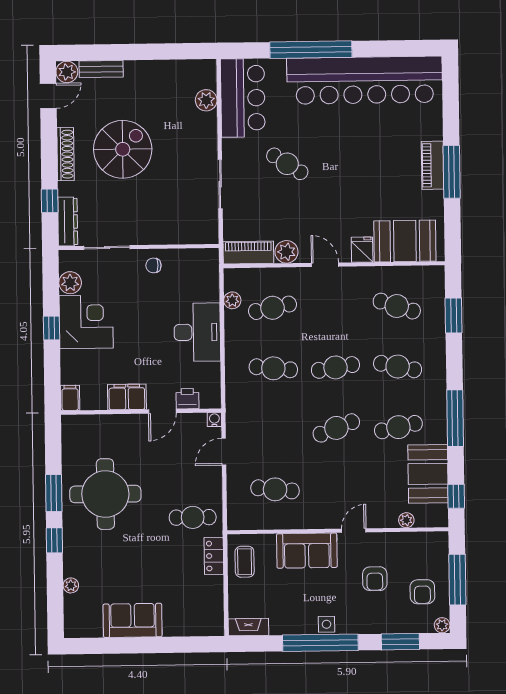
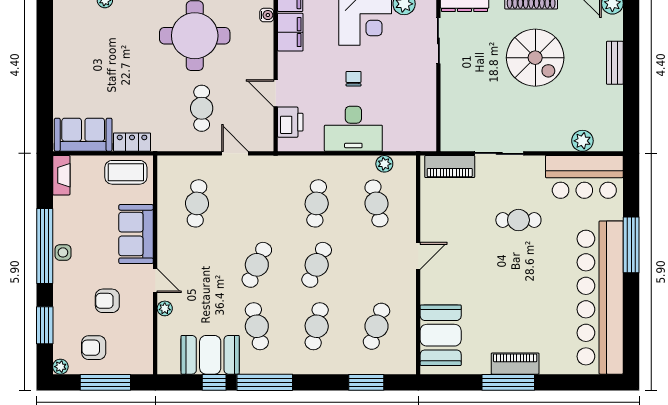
window: (311, 50) -> (631, 245), width x0.68
bench: (101, 69) -> (615, 63), moved
cafe table: (287, 164) -> (518, 220), turned 57
fridge: (362, 250) -> (433, 293), removed
plant: (286, 252) -> (432, 218), removed
piano: (248, 253) -> (450, 167), moved, turned 90
chair: (153, 265) -> (354, 79), moved
cafe table: (335, 367) -> (317, 265), turned 33
filing cabinet: (127, 397) -> (290, 32), moved
printer: (187, 399) -> (290, 122), width x1.36, depth x1.24
water cooler: (214, 420) -> (267, 15), moved
cafe table: (336, 428) -> (257, 265), turned 45
window: (456, 496) -> (214, 382), moved
cafe table: (193, 517) -> (202, 108), moved
plant: (406, 520) -> (165, 308), moved
coffee table: (245, 562) -> (126, 172), width x1.36, depth x1.30
sofa: (133, 620) -> (83, 135), moved, turned -90

